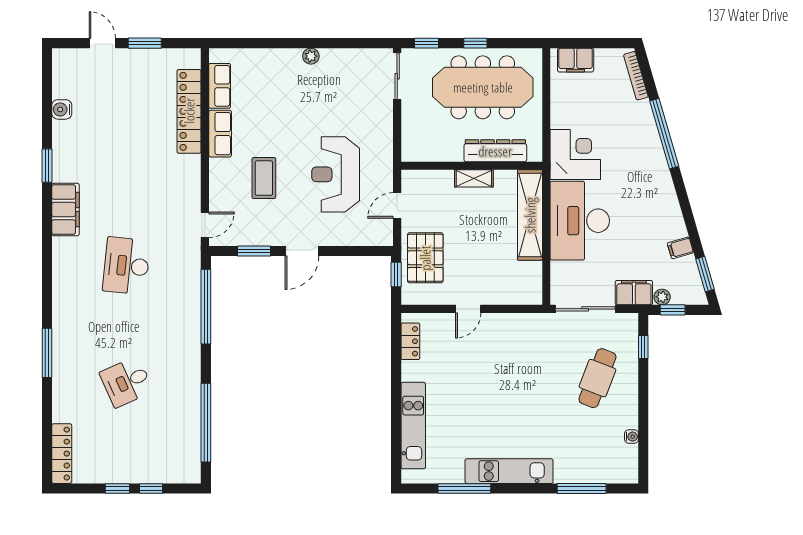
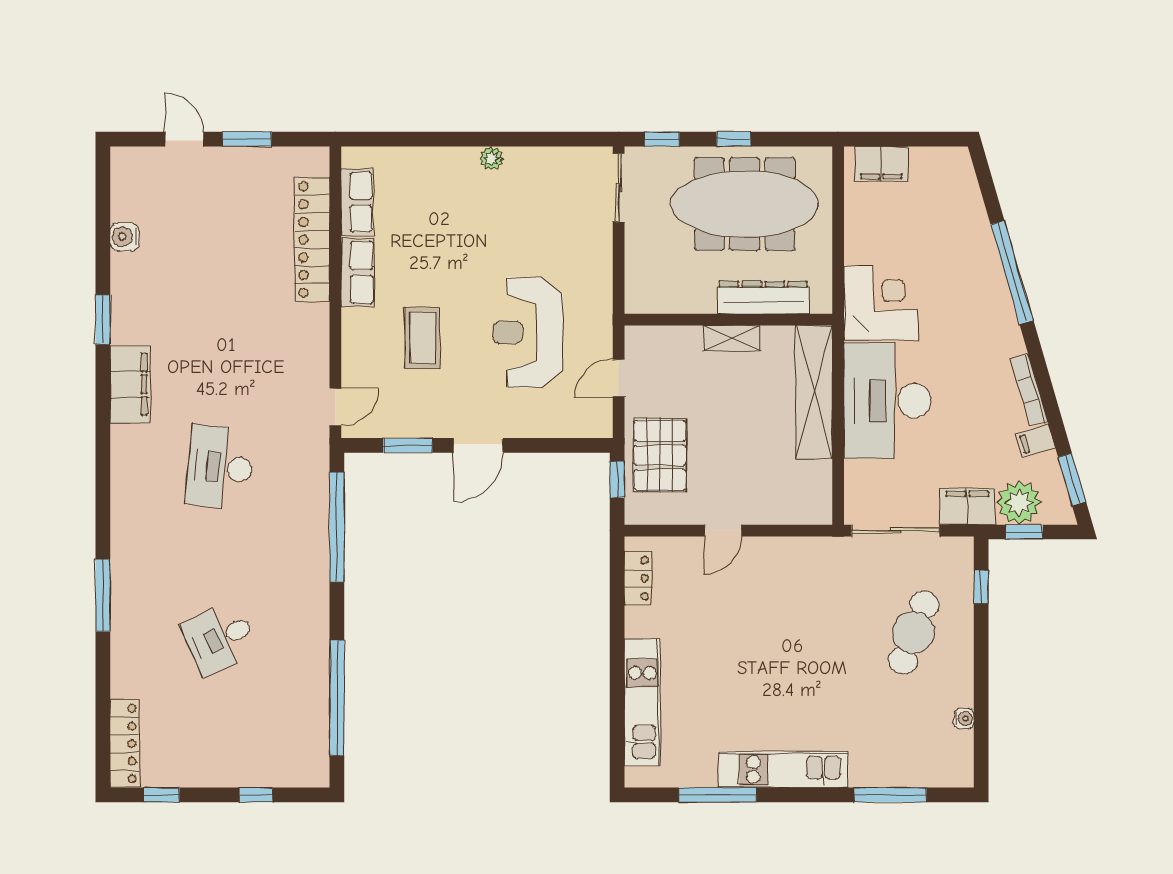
bookcase: (636, 76) -> (1029, 390), moved
plant: (662, 297) -> (1019, 503), width x1.87, depth x1.87
window: (117, 488) -> (162, 795), moved

